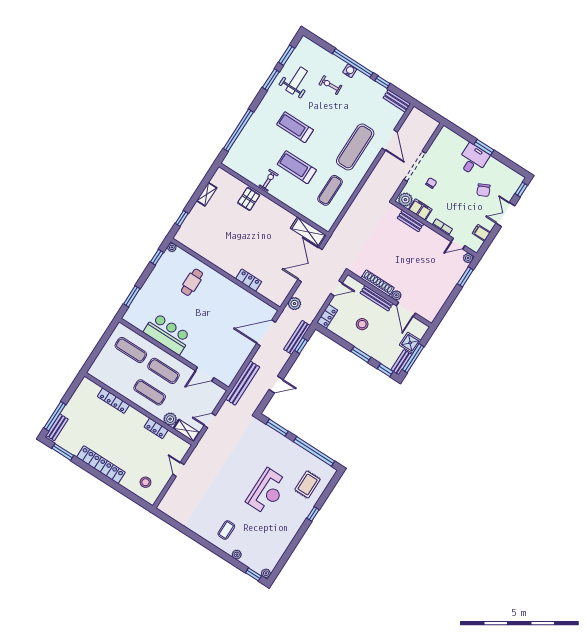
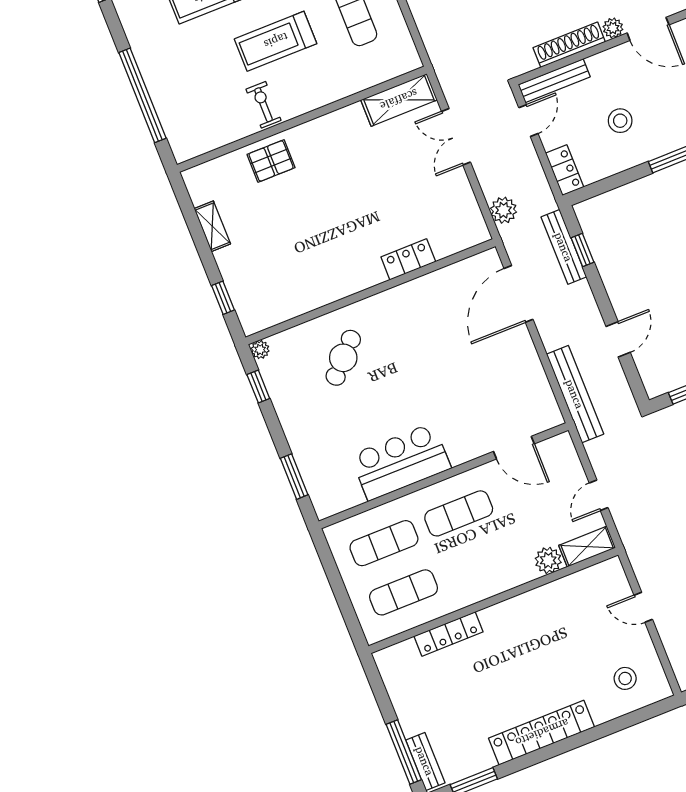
pallet: (249, 199) -> (271, 161), turned 90
double door: (310, 264) -> (456, 137), width x0.73
cafe table: (192, 282) -> (343, 358), turned 44
bench: (377, 298) -> (554, 81), moved
door: (205, 374) -> (514, 448), hinge flipped
exercise mat: (150, 392) -> (404, 592), moved
locker: (156, 428) -> (547, 595), removed

